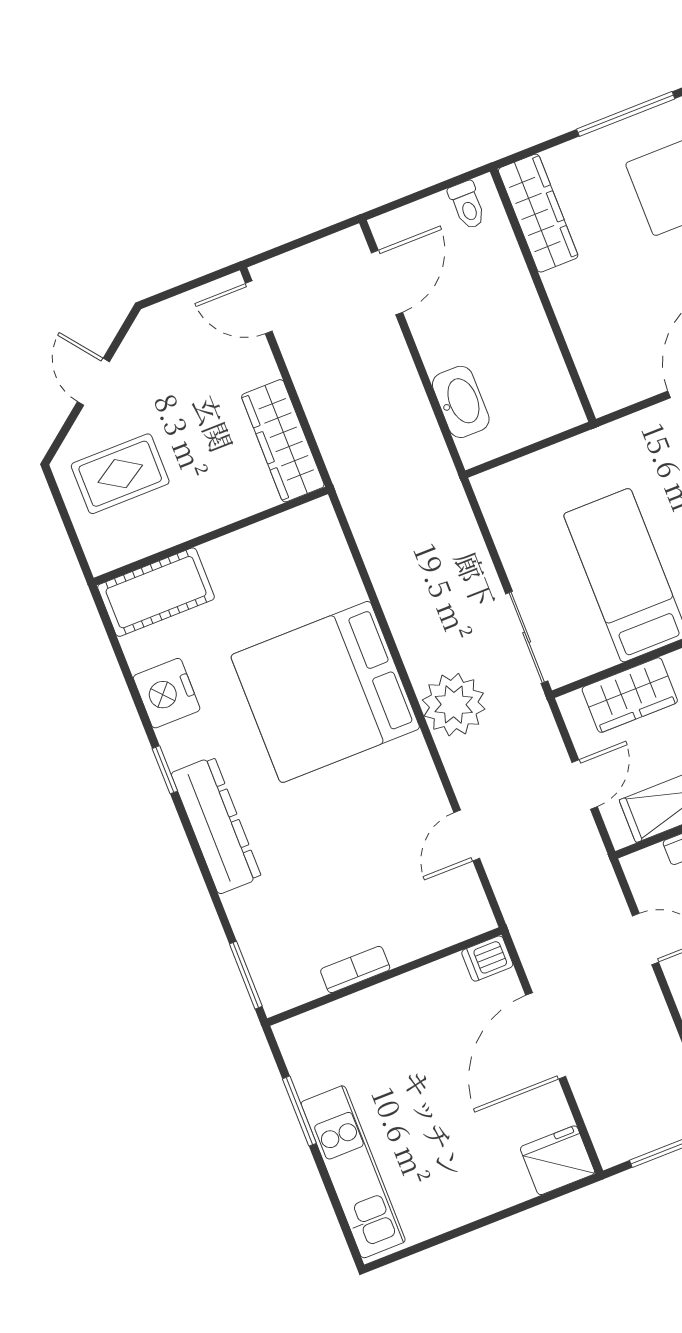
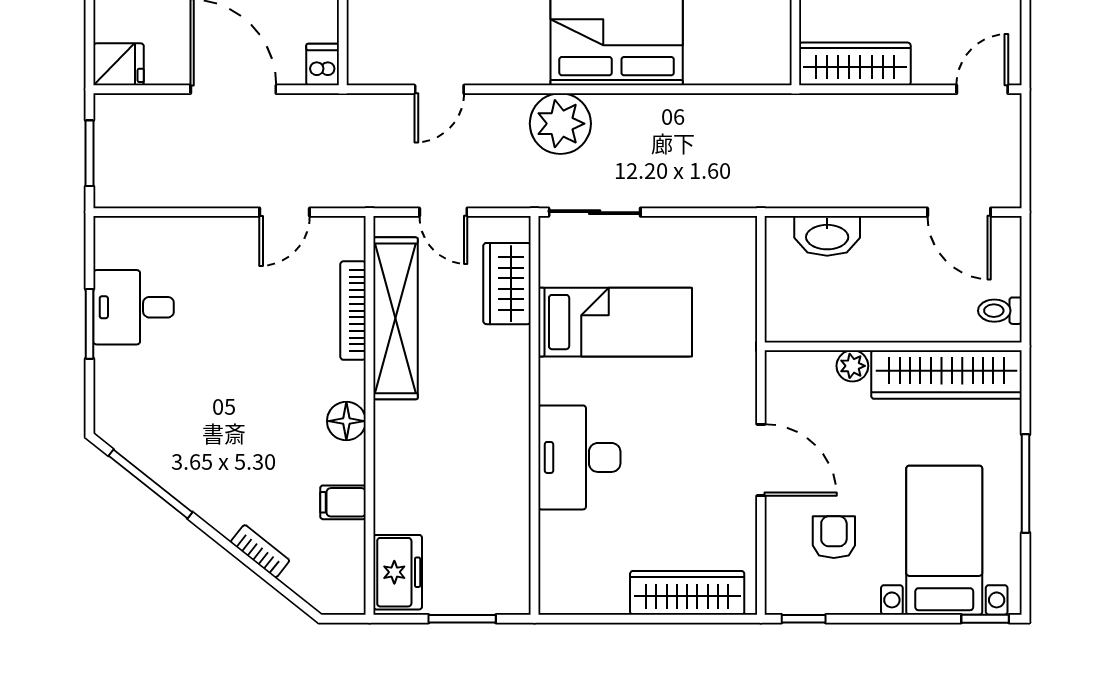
wardrobe: (538, 213) -> (946, 375), width x1.40, depth x1.17
plant: (578, 327) -> (852, 366), added
door: (467, 835) -> (439, 89), swing flipped
fridge: (558, 1160) -> (119, 64), width x0.72

